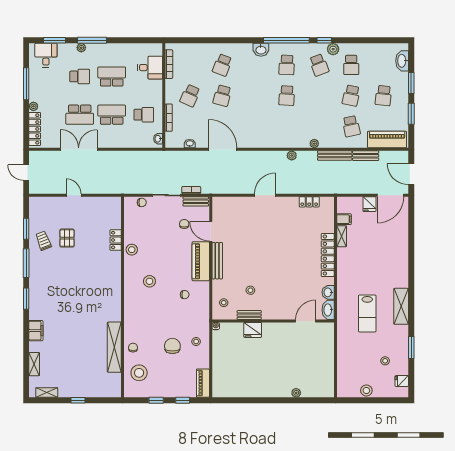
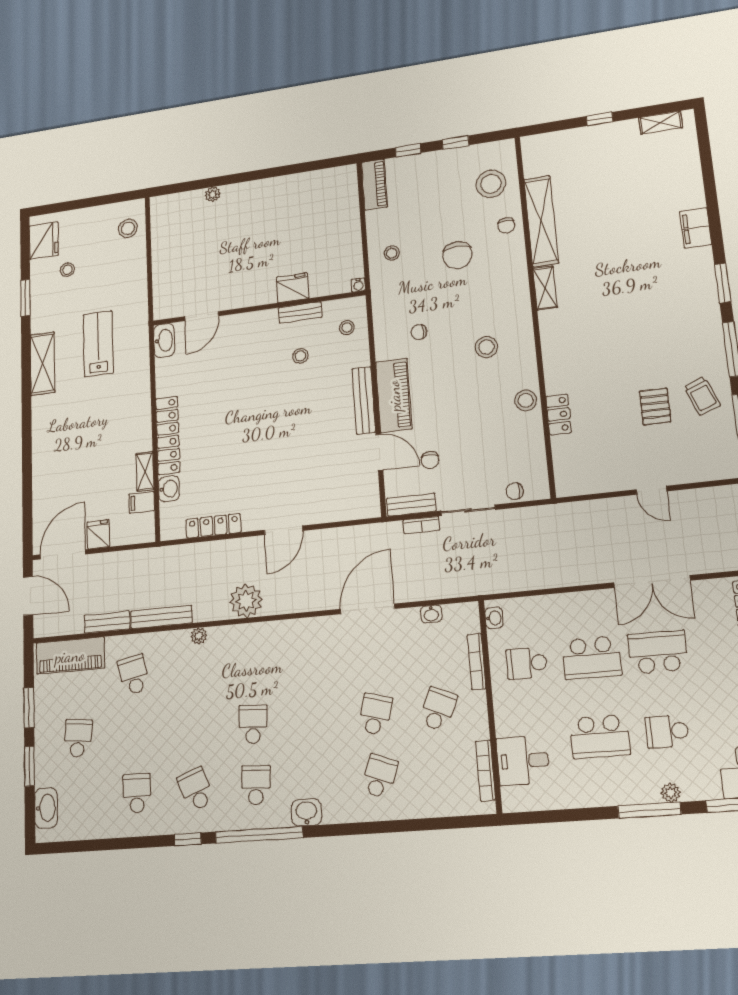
plant: (333, 49) -> (171, 823), removed
school desk: (351, 96) -> (135, 734), removed
door: (223, 149) -> (367, 609), swing flipped
plant: (292, 156) -> (246, 601), width x1.87, depth x1.87
locker: (309, 202) -> (213, 526), width x1.53
washbasin: (328, 292) -> (169, 489), moved
chair: (172, 346) -> (457, 255), moved
shelving: (34, 364) -> (545, 288), moved
fridge: (402, 381) -> (44, 241), width x1.88, depth x1.34
stool: (366, 390) -> (128, 228), moved

